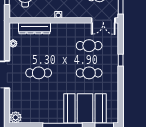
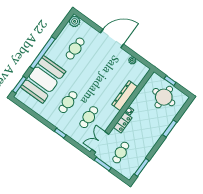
locker: (73, 13) -> (123, 123), added
dresser: (34, 28) -> (125, 96), moved
cafe table: (39, 73) -> (75, 49), moved

